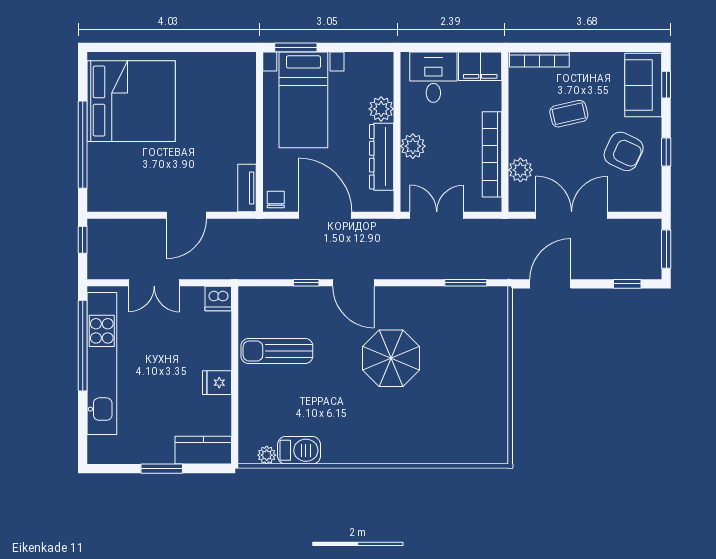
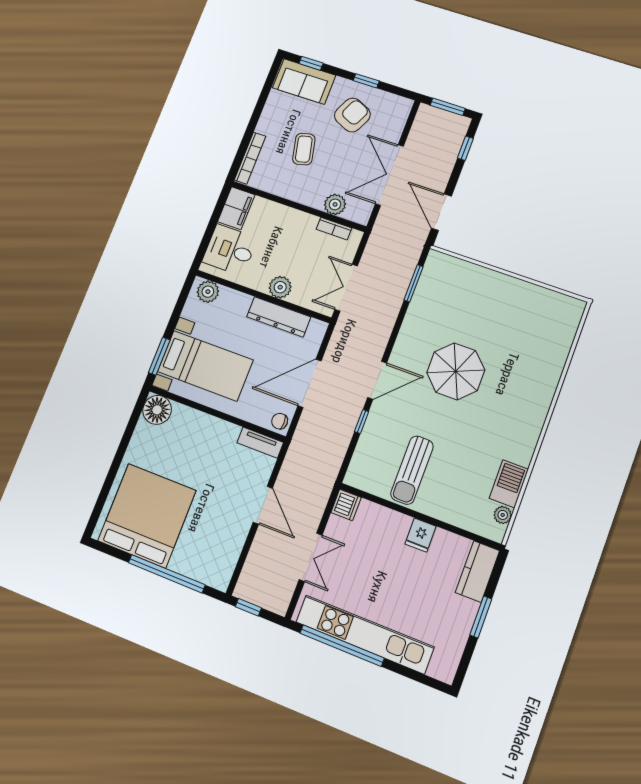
floor lamp: (240, 68) -> (157, 410), added
plant: (381, 109) -> (208, 292), moved
bookcase: (492, 154) -> (334, 229), width x0.43, depth x0.76

